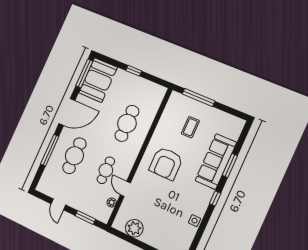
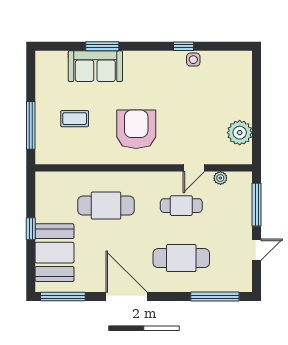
booth: (98, 80) -> (54, 253), moved, turned 90
window: (50, 150) -> (215, 297), moved
sofa: (216, 162) -> (95, 66), width x0.73
armchair: (166, 163) -> (136, 129), turned -90
window: (215, 198) -> (184, 46), moved
window: (85, 217) -> (257, 205), width x1.44

